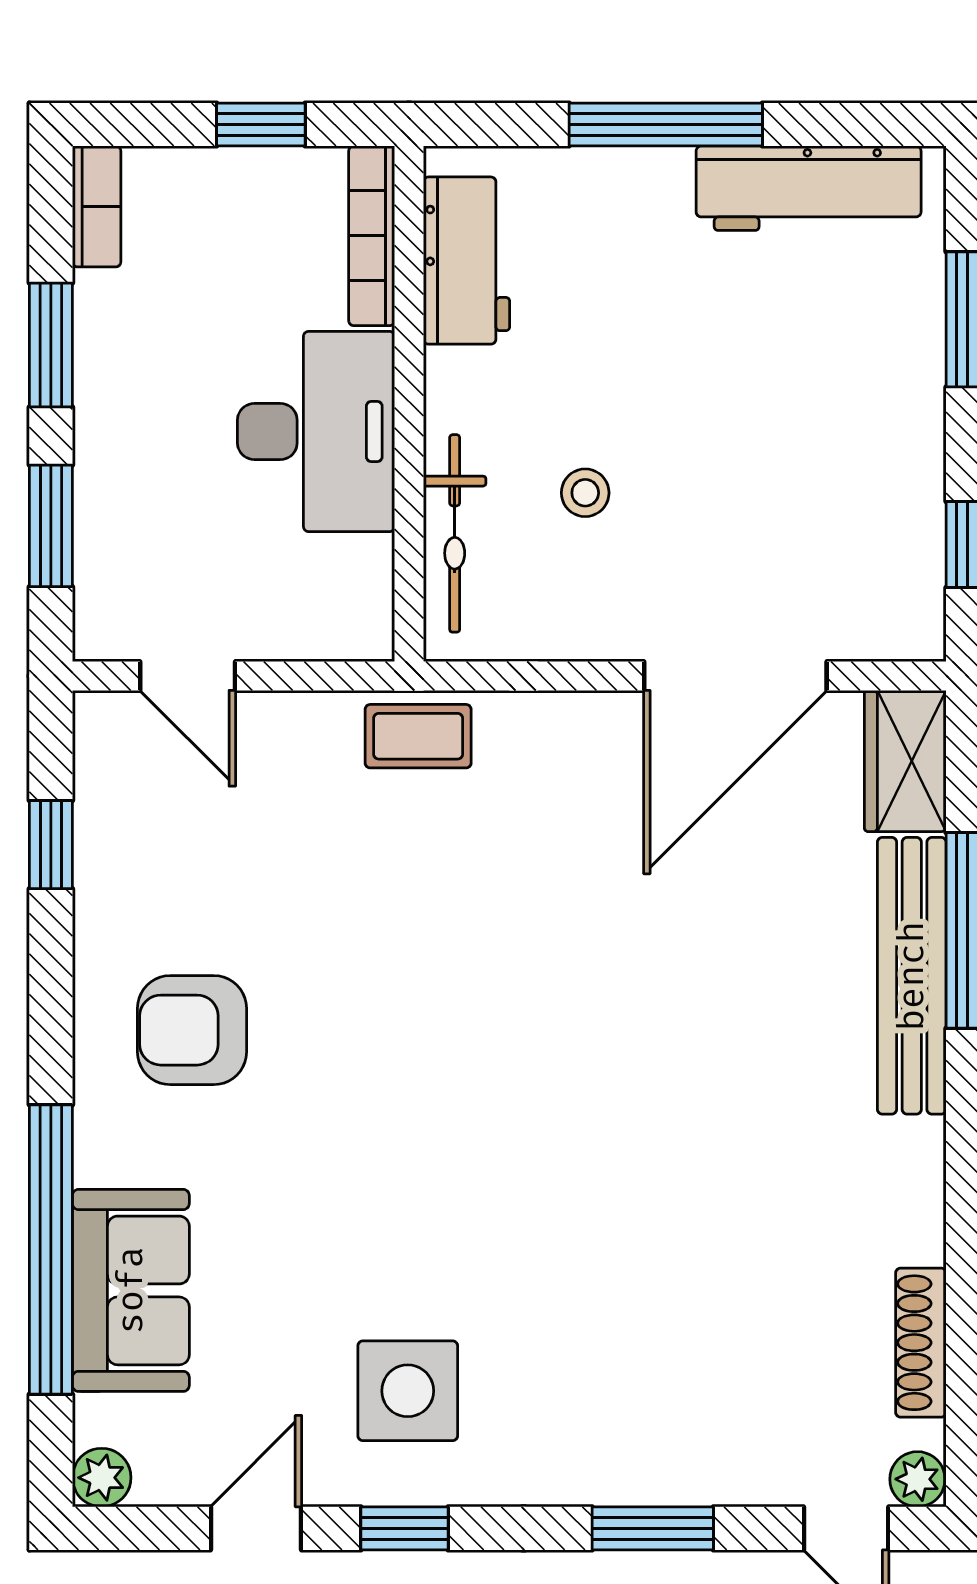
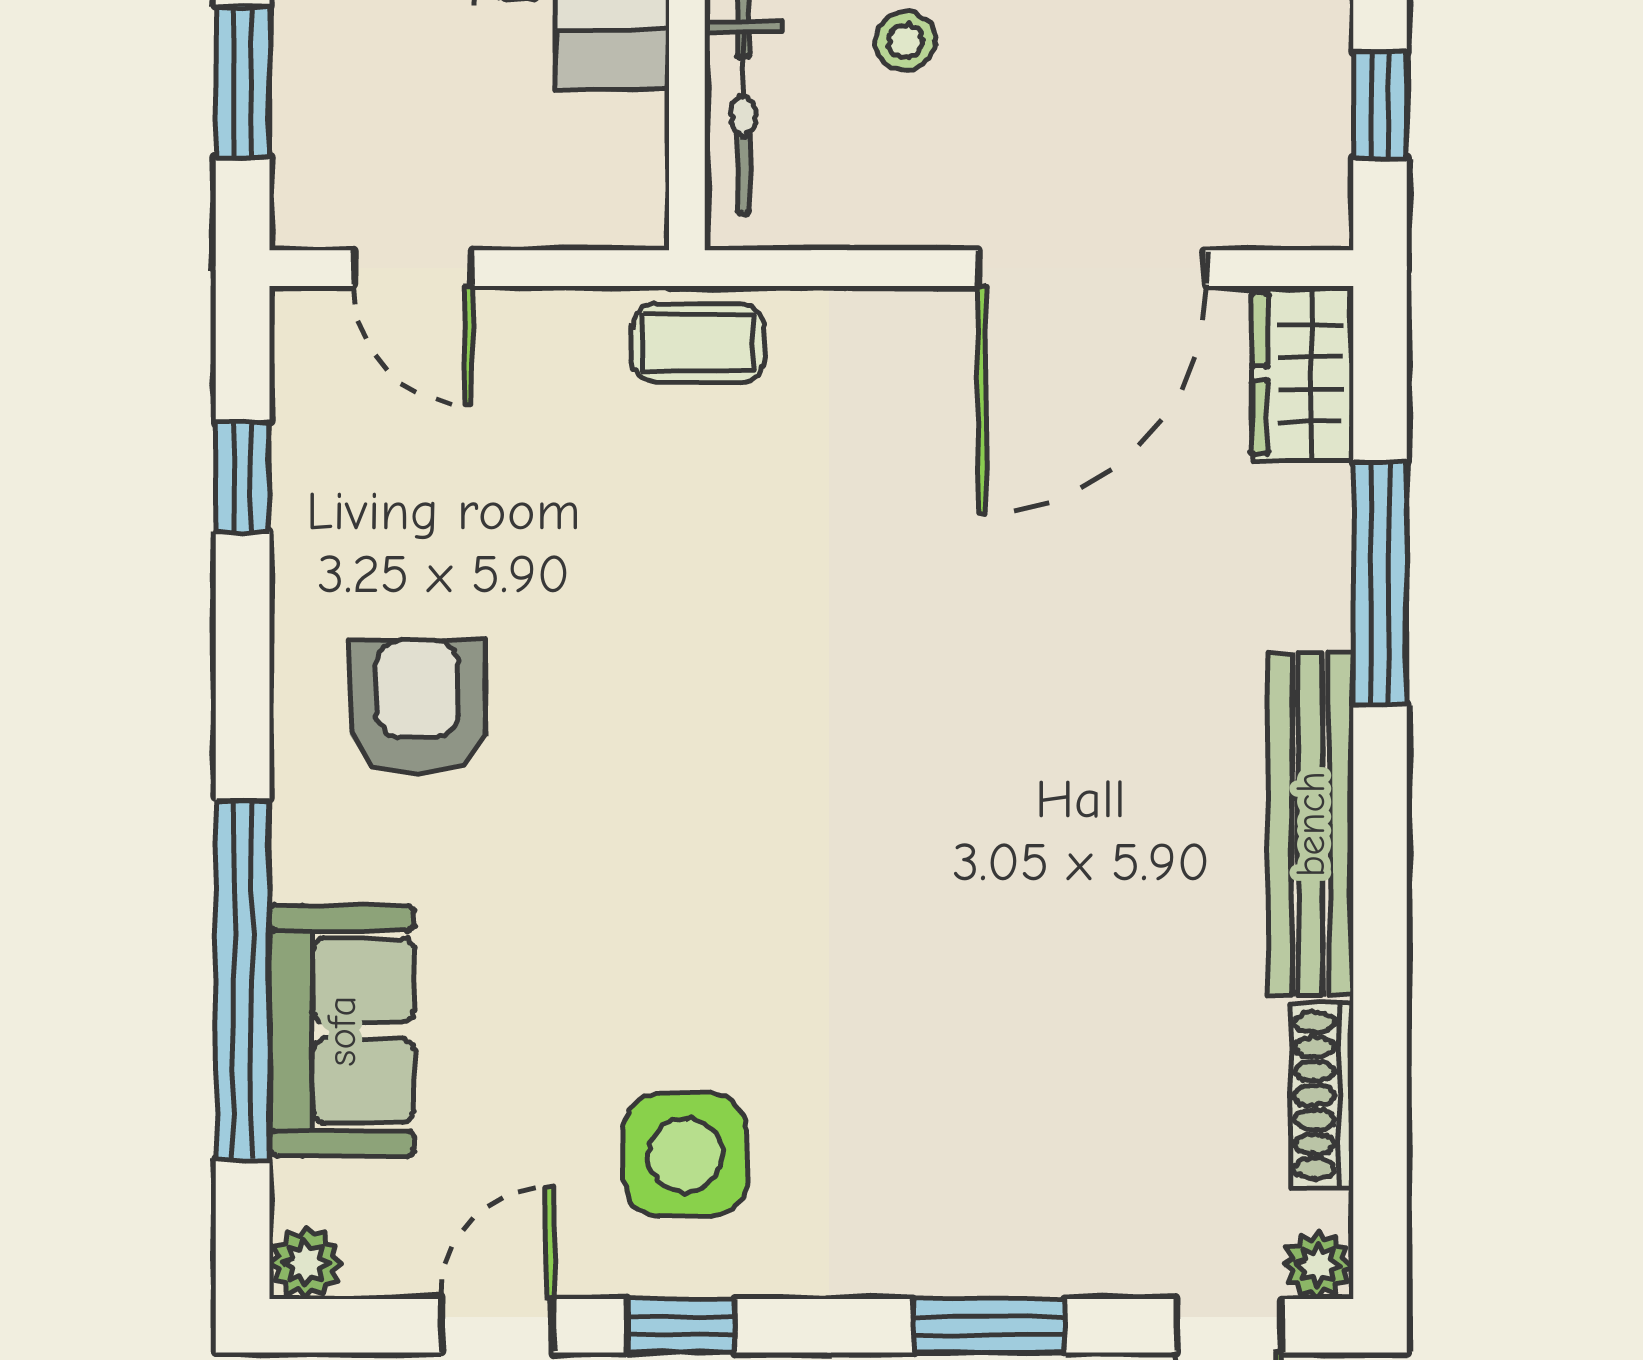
bench: (912, 976) -> (1311, 824), moved
armchair: (192, 1030) -> (418, 708), turned 90

